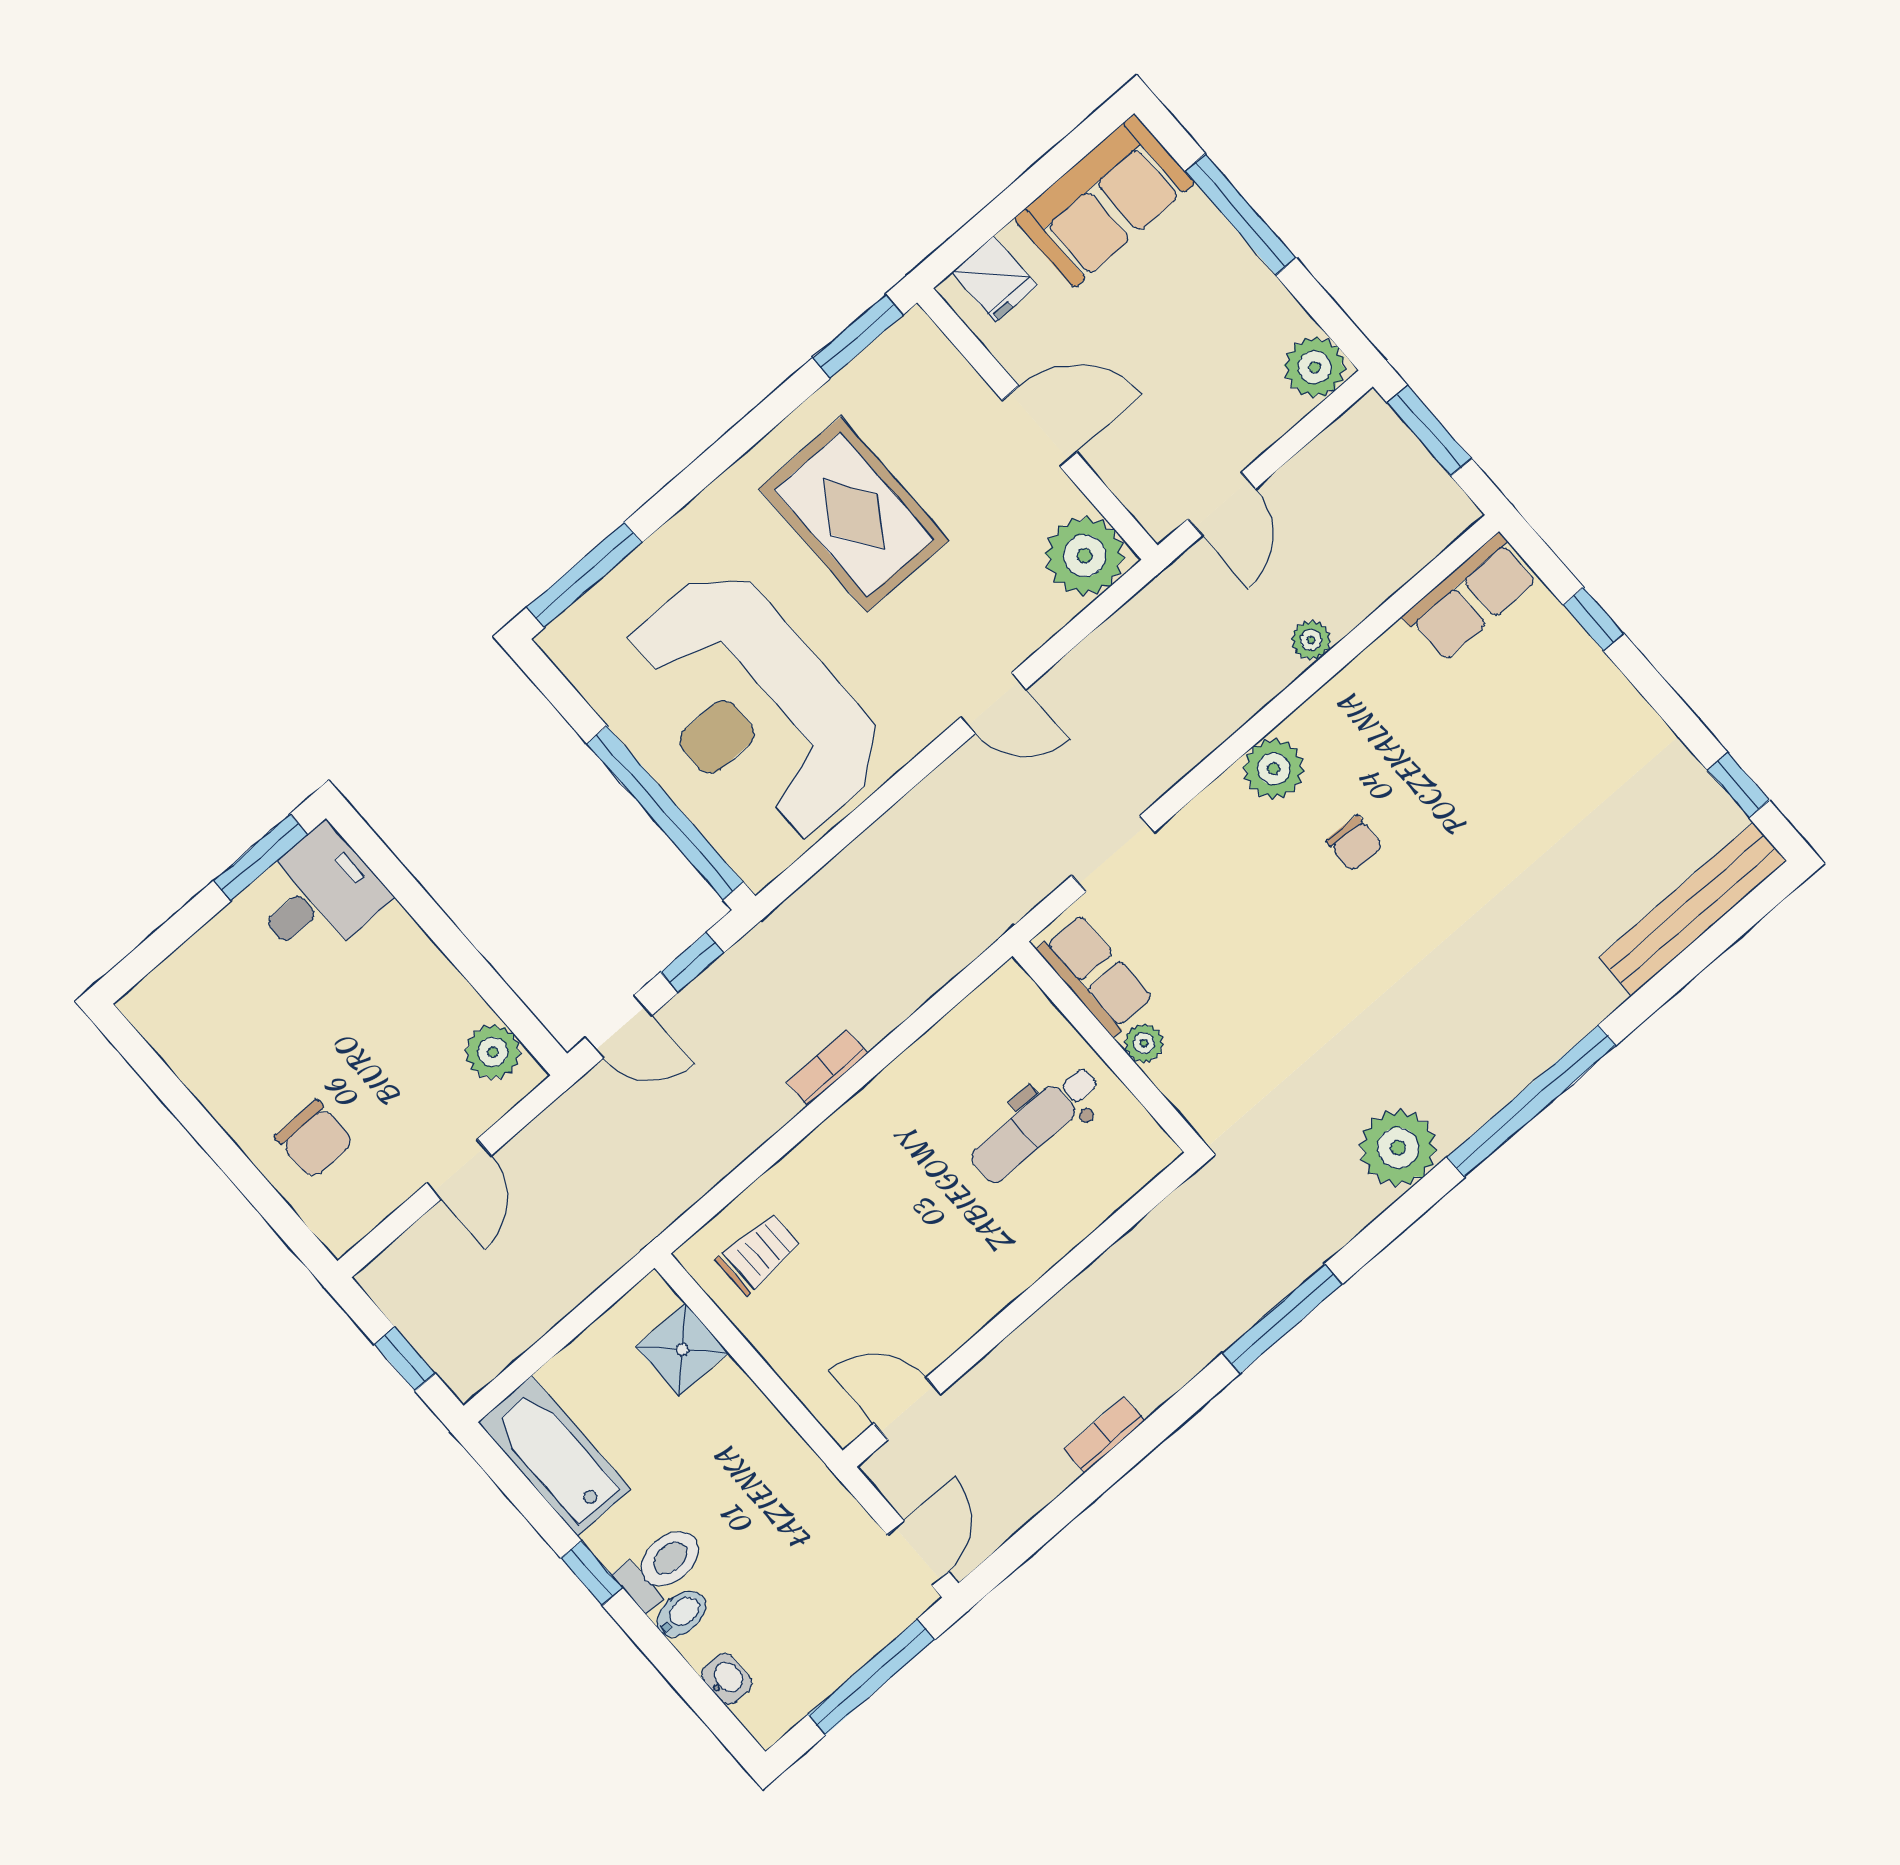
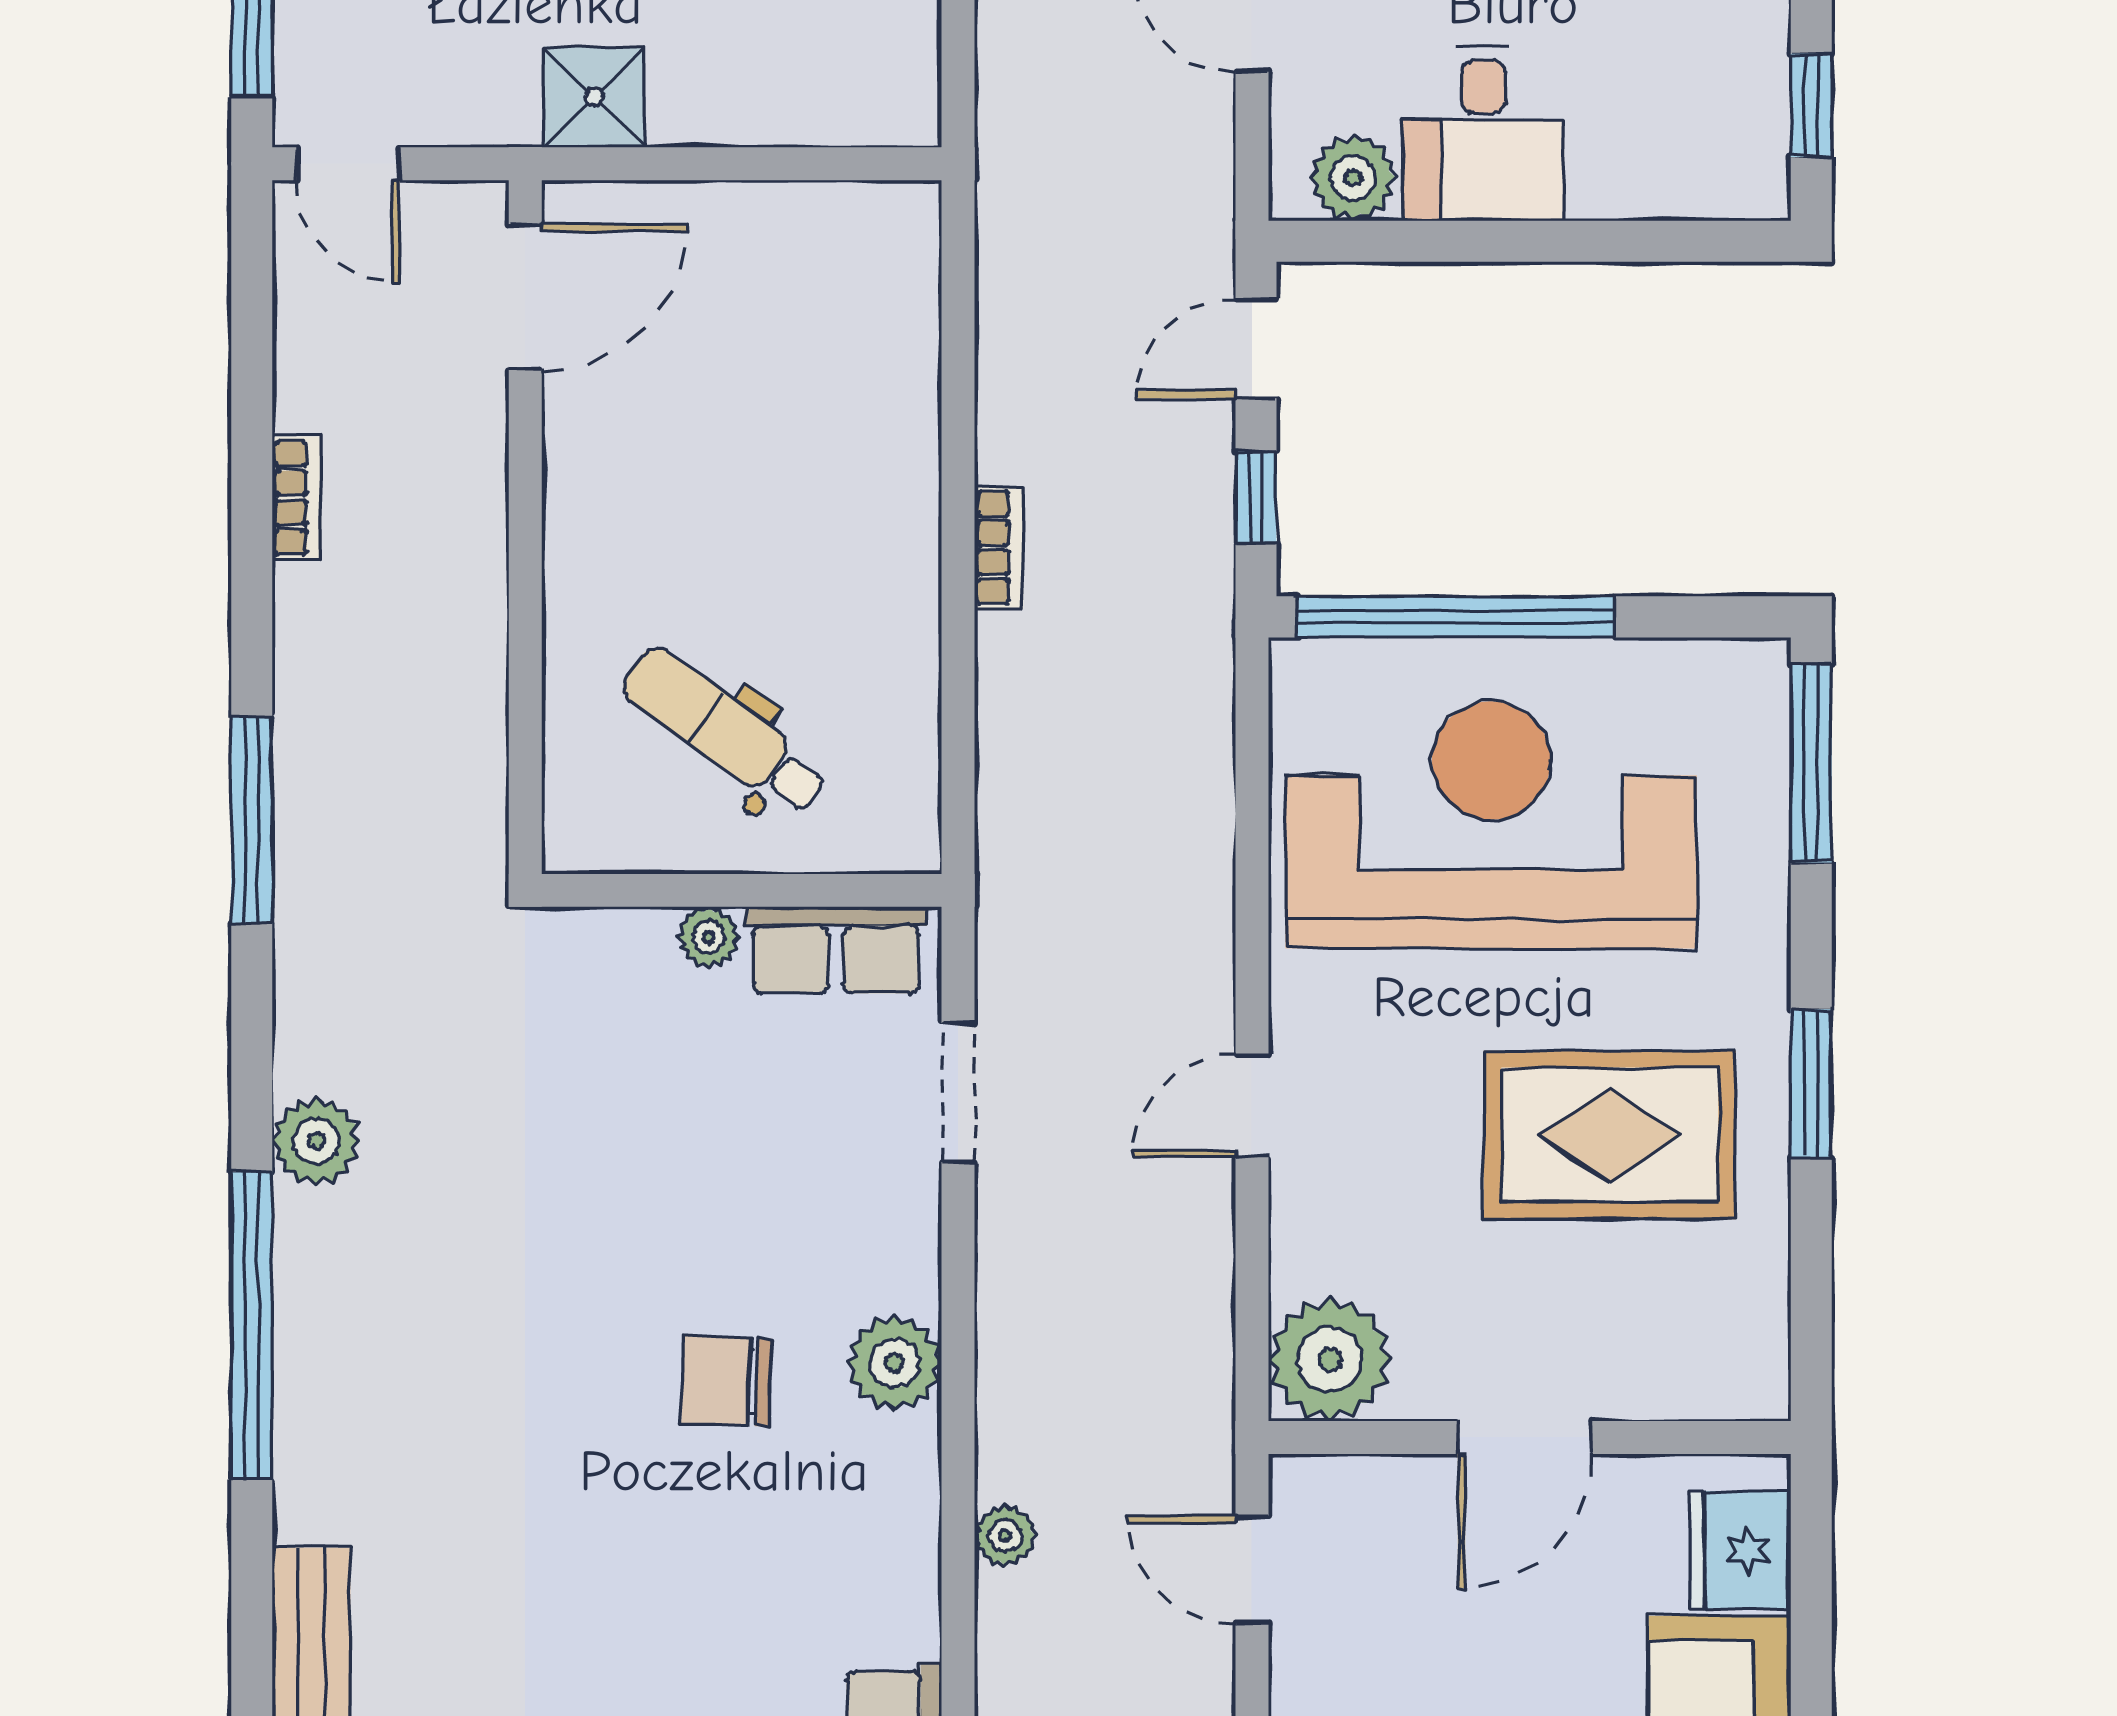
fridge: (994, 279) -> (1740, 1550), width x1.38
window: (858, 336) -> (1811, 1083), moved
chair: (1355, 844) -> (727, 1381), width x1.37, depth x1.37
window: (260, 858) -> (1811, 105), width x0.67
desk: (318, 895) -> (1483, 134), moved
dental chair: (1035, 1124) -> (725, 731), turned -54
plant: (1398, 1148) -> (316, 1141), width x0.73, depth x0.73
trolley: (759, 1254) -> (853, 281), removed
shower: (682, 1350) -> (594, 97), moved
door: (907, 1409) -> (525, 297), width x1.38

